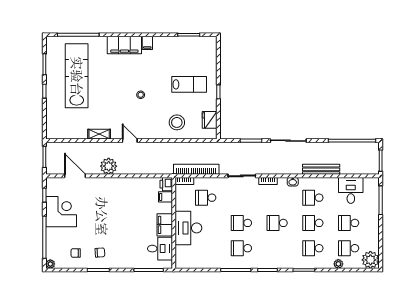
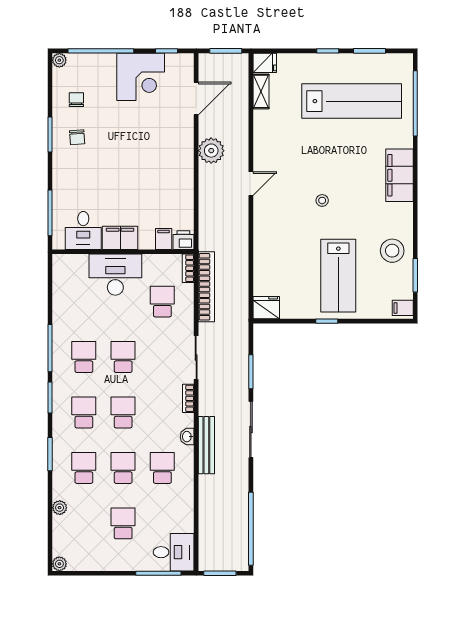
filing cabinet: (147, 43) -> (403, 308), moved
lab bench: (189, 84) -> (338, 276), width x1.36, depth x1.39
fridge: (210, 120) -> (266, 308), moved
stool: (177, 122) -> (392, 251), moved
fridge: (52, 132) -> (265, 63), added
shelving: (99, 134) -> (261, 91), moved
bench: (321, 169) -> (206, 445), moved
desk: (351, 190) -> (174, 552), moved
school desk: (349, 248) -> (84, 413), moved
plant: (370, 260) -> (59, 564), width x0.53, depth x0.53

